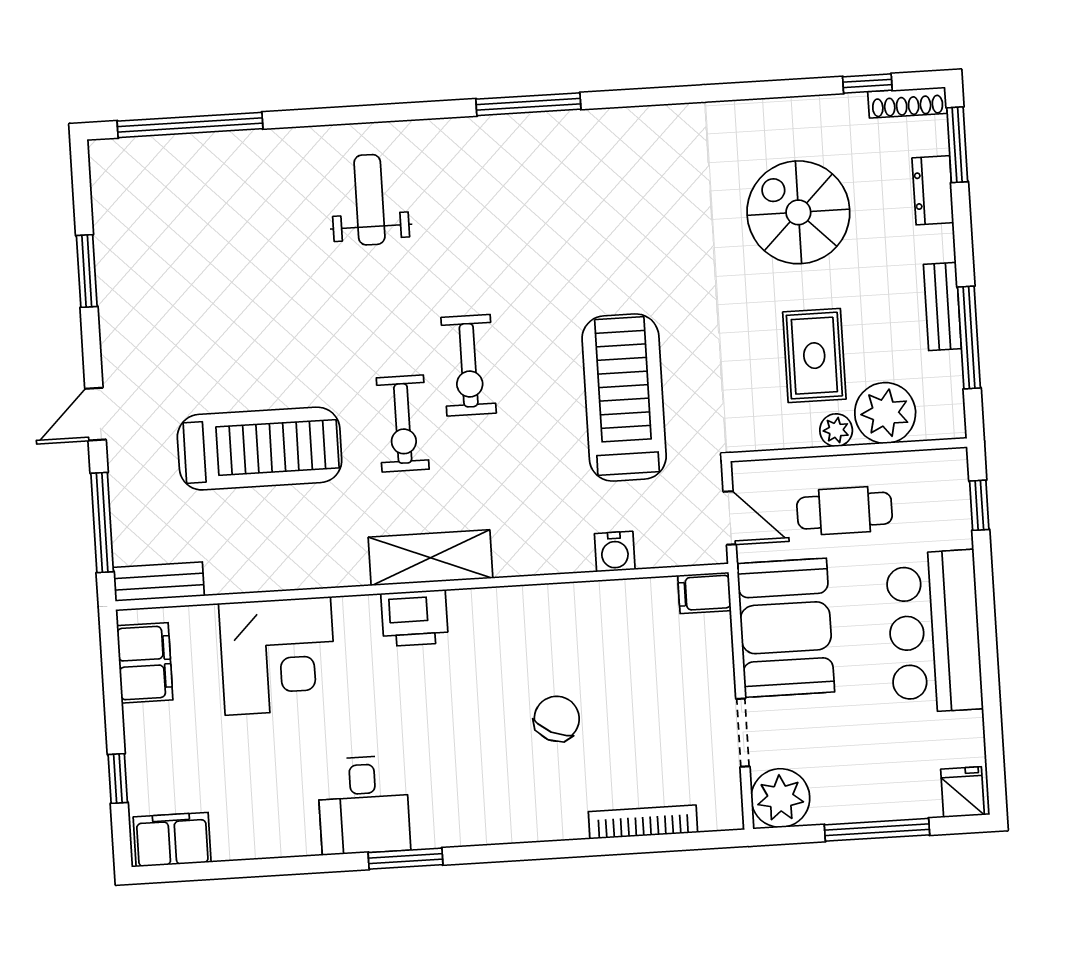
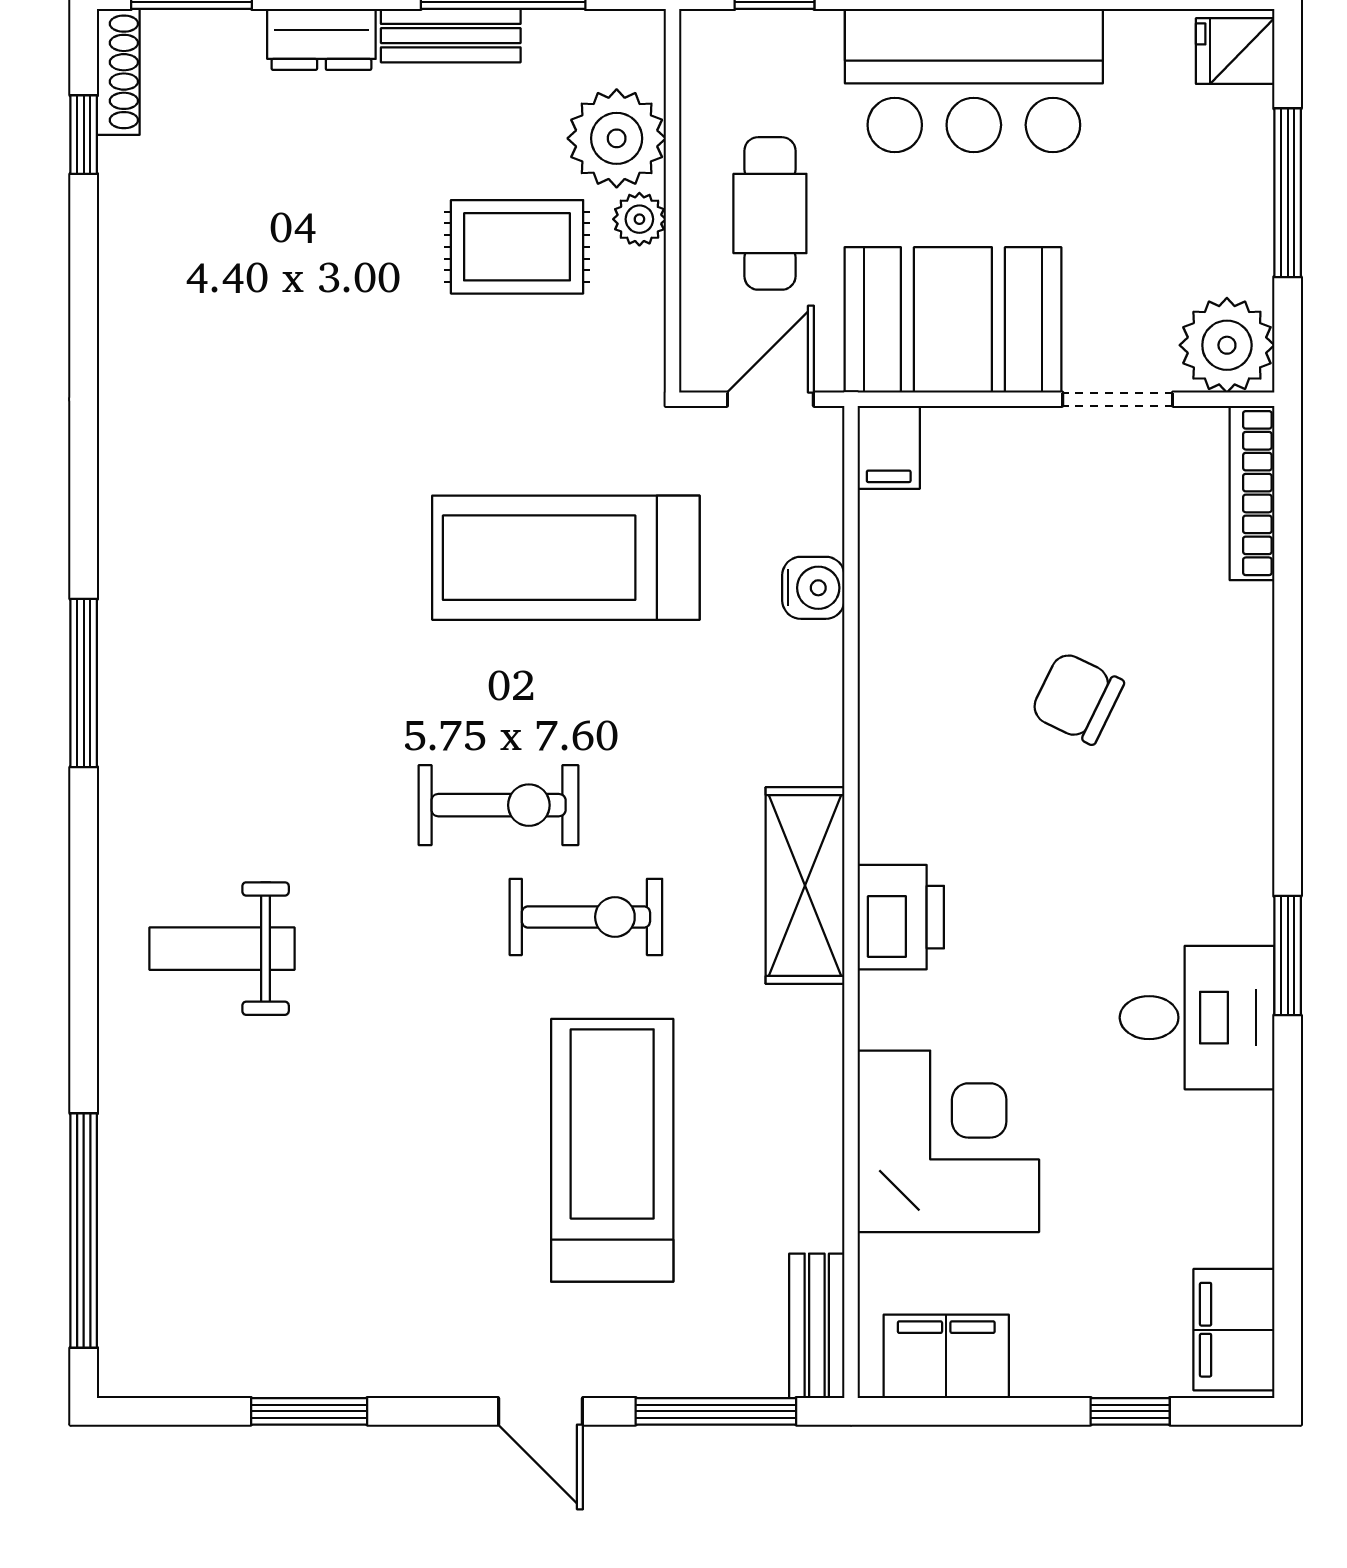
dresser: (933, 190) -> (321, 39), moved
spiral stairs: (798, 212) -> (285, 258), removed
bookcase: (643, 822) -> (1252, 493), moved

